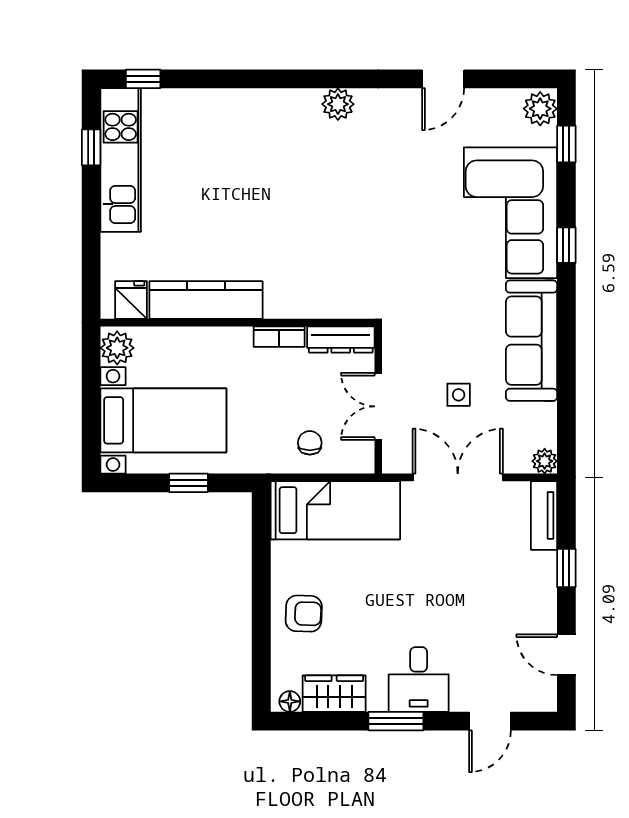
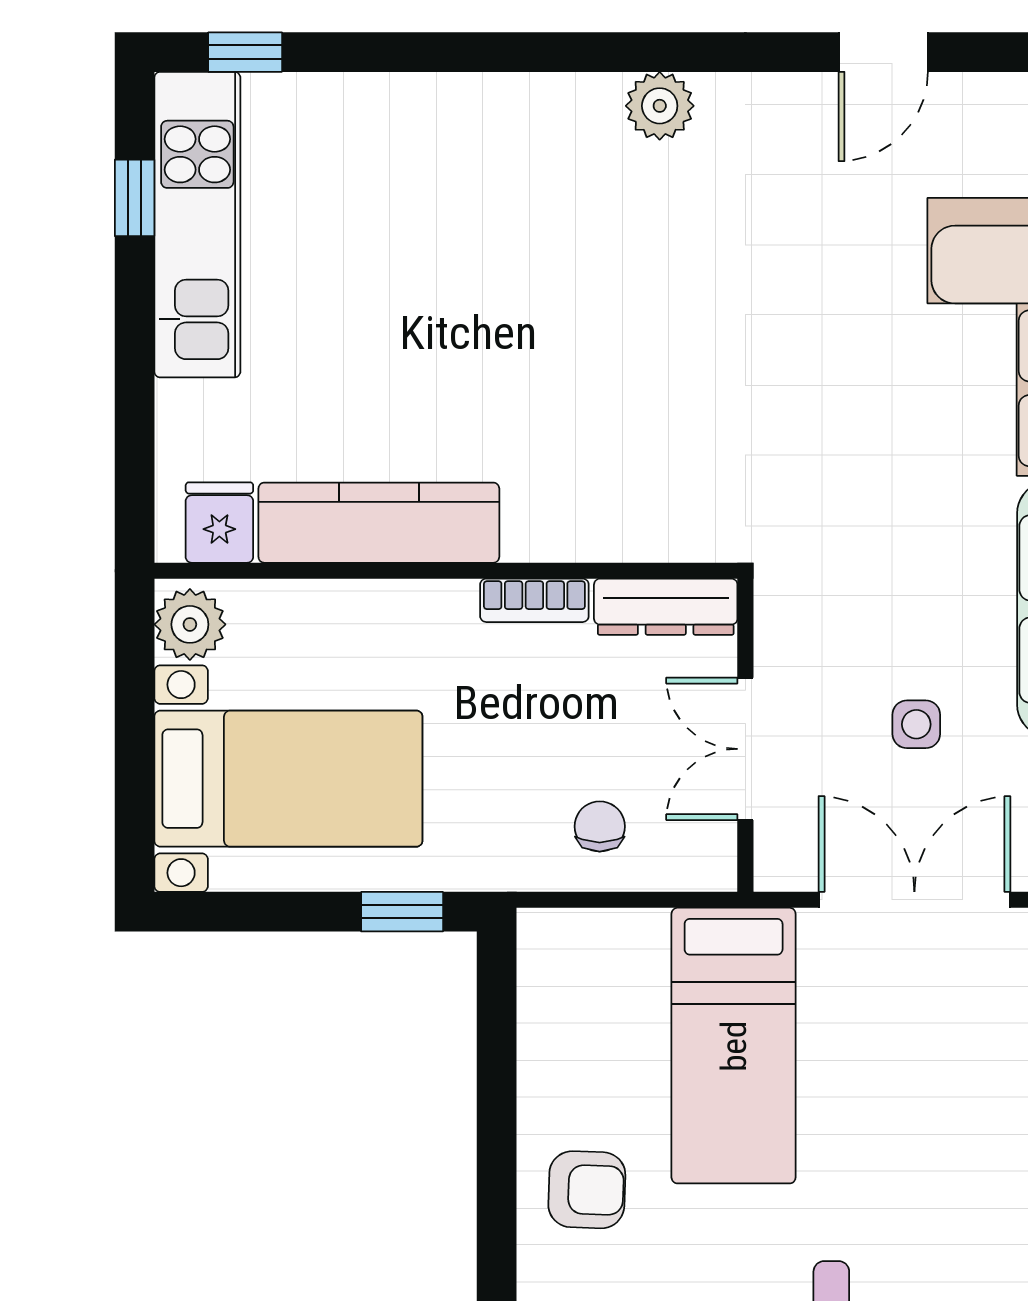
window: (188, 483) -> (402, 912), moved
bed: (335, 510) -> (734, 1046), moved, turned 90

